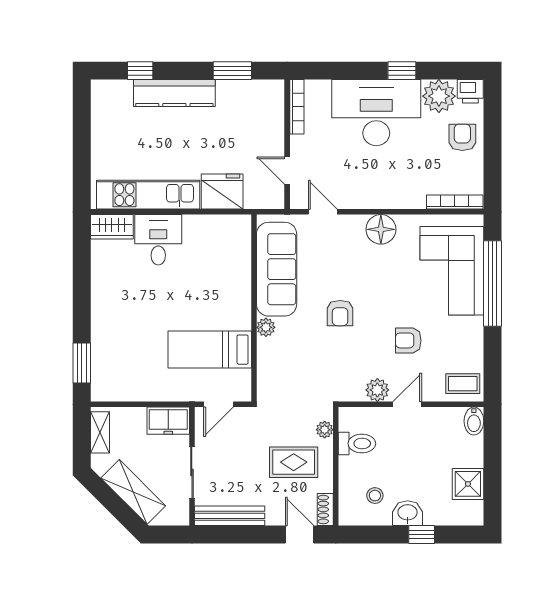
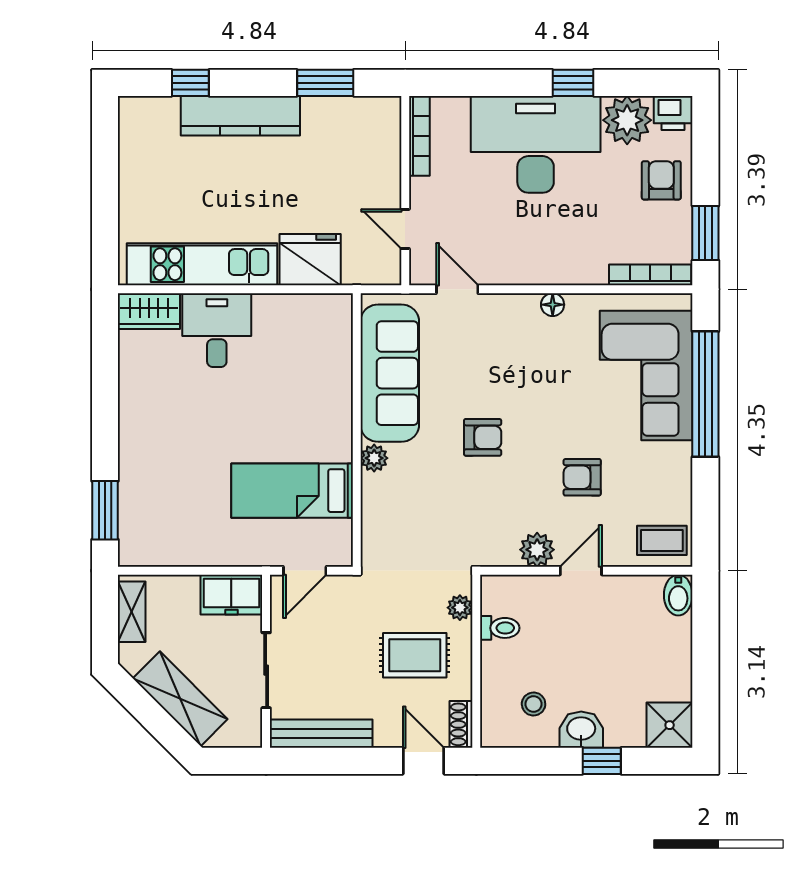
window: (492, 173) -> (705, 233), added
floor lamp: (381, 229) -> (553, 305), width x0.53, depth x0.53
armchair: (340, 313) -> (483, 437), turned -90
toilet: (357, 444) -> (500, 628), width x0.73, depth x0.72
shower: (468, 484) -> (670, 725), moved

